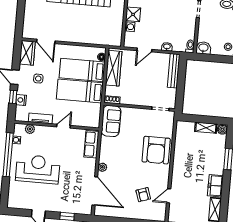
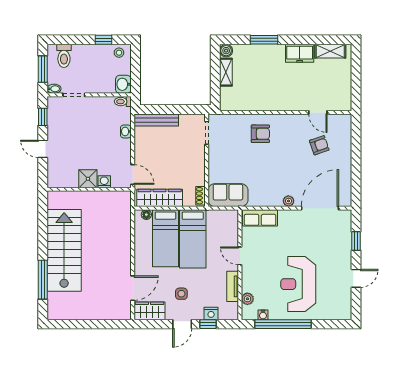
door: (144, 50) -> (133, 174), moved
armchair: (156, 150) -> (260, 134), width x0.53, depth x0.53

